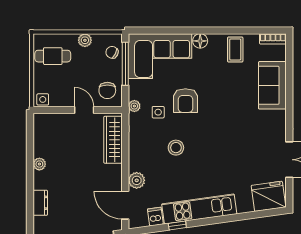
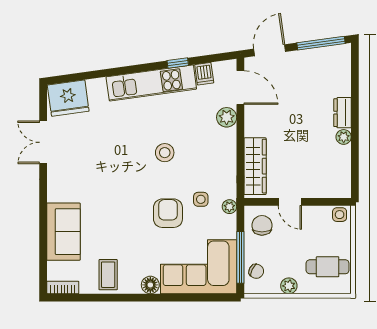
stool: (176, 148) -> (165, 153), moved
dresser: (40, 203) -> (343, 113), moved

